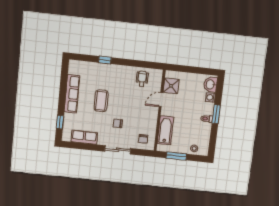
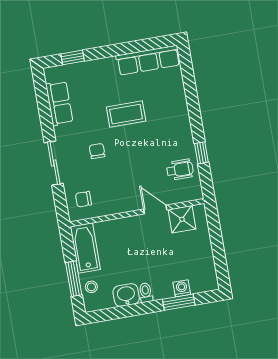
window: (105, 60) -> (201, 153), moved
washbasin: (210, 84) -> (126, 295), moved
row of seats: (72, 94) -> (148, 60), moved
window: (216, 114) -> (179, 302), moved
bathtub: (165, 130) -> (85, 248), moved, turned -90
window: (176, 156) -> (74, 279), moved

